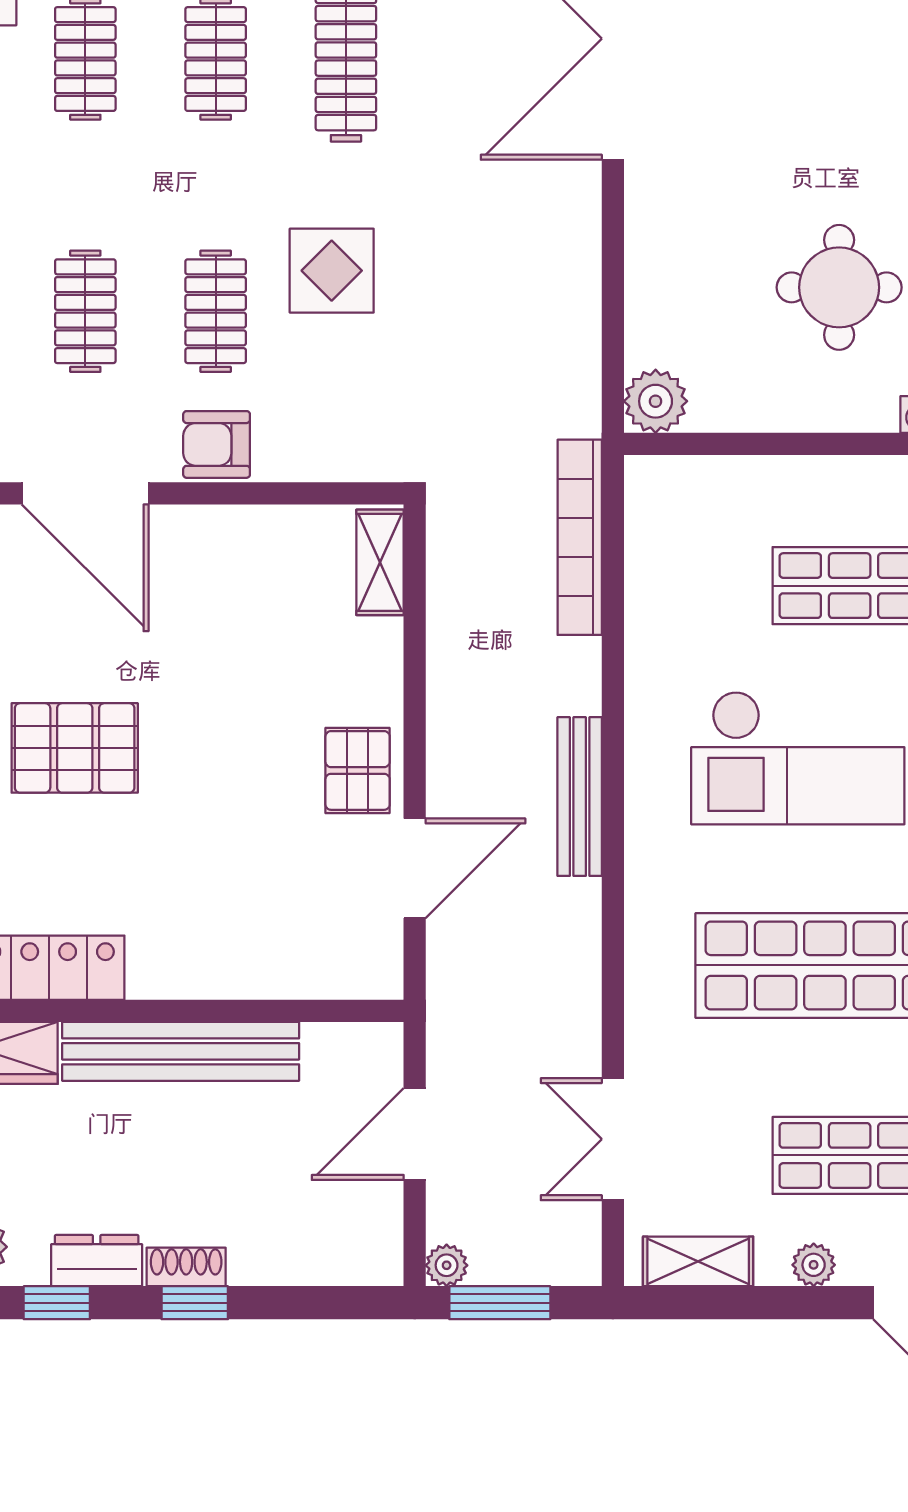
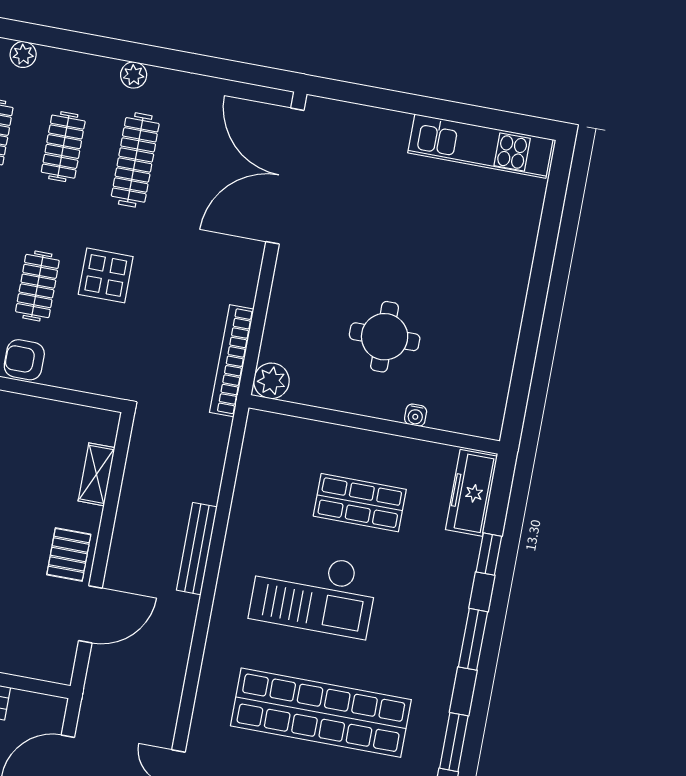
bookcase: (580, 537) -> (232, 361), moved
shelving: (380, 562) -> (96, 474), moved
bench: (580, 797) -> (197, 549), moved

